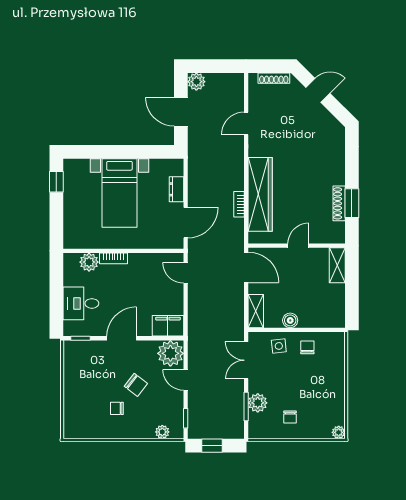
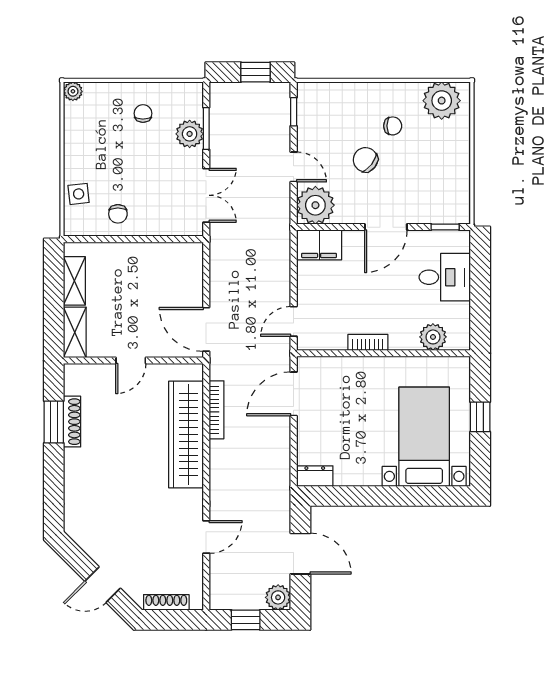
window: (219, 66) -> (246, 620), added
window: (56, 182) -> (480, 417), moved
dresser: (176, 189) -> (315, 476), moved, turned -90
bed with nightstands: (119, 193) -> (424, 437), moved
bookcase: (239, 204) -> (217, 410), width x1.56
bookcase: (113, 258) -> (368, 342), moved
door: (186, 273) -> (294, 321), swing flipped
shelving: (256, 311) -> (74, 281), moved
boiler: (290, 320) -> (143, 253), removed
side table: (279, 346) -> (79, 194), moved
plant: (162, 432) -> (442, 101), moved, width x1.87, depth x1.87

